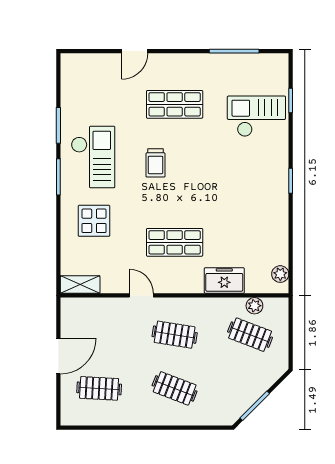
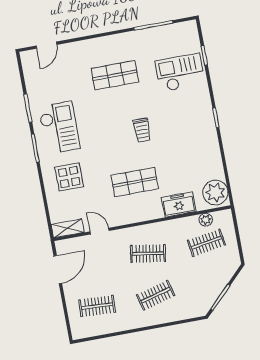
door: (135, 51) -> (46, 45), moved
trolley: (155, 163) -> (142, 130), moved
plant: (280, 274) -> (215, 192), width x1.88, depth x1.88
door: (141, 295) -> (100, 231), moved
clothes rail: (250, 335) -> (206, 243), turned -30
door: (58, 356) -> (58, 270), moved
clothes rail: (175, 388) -> (156, 295), turned -36

